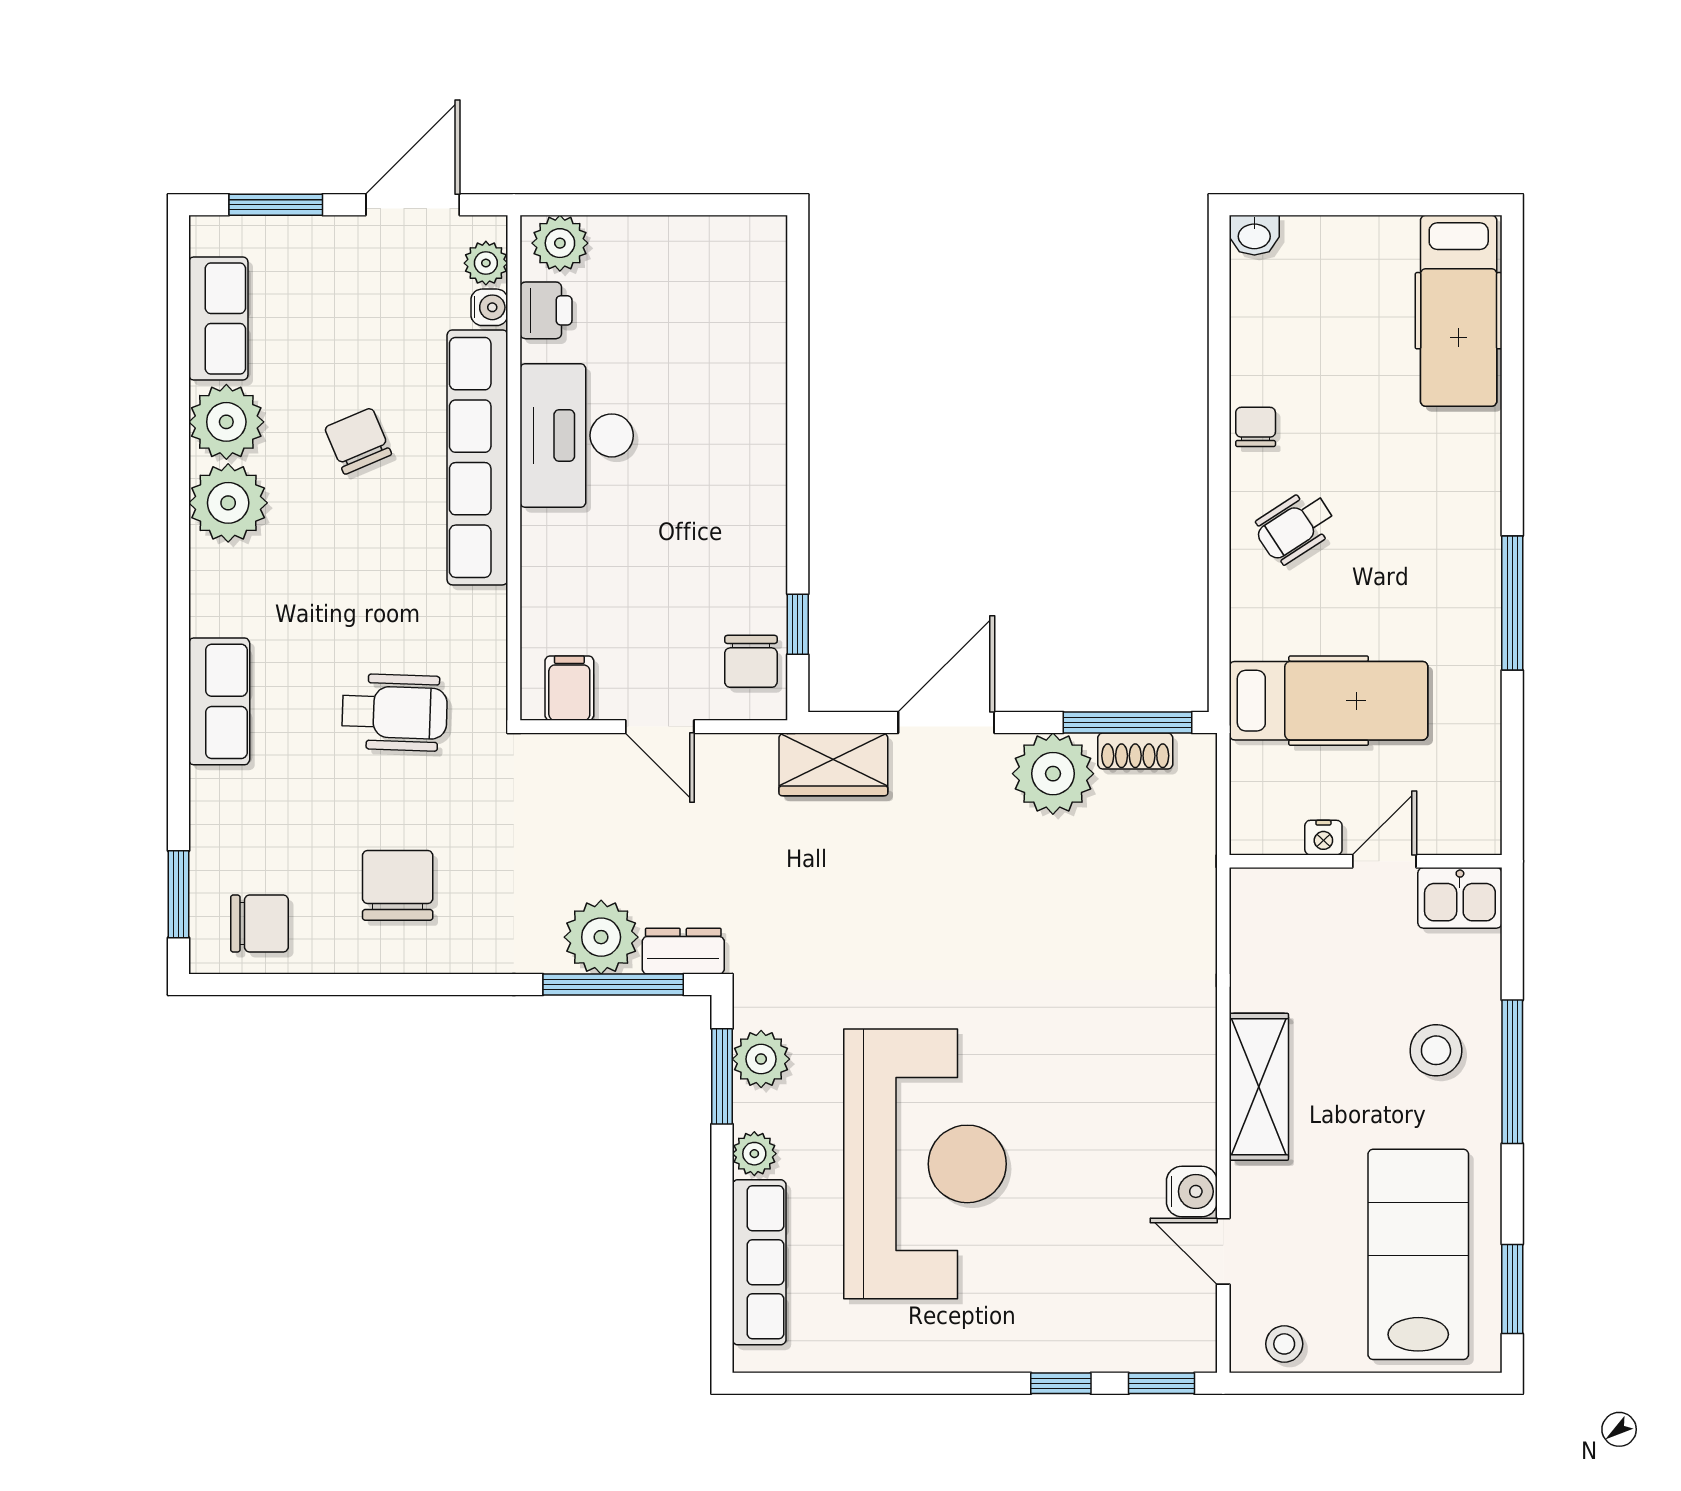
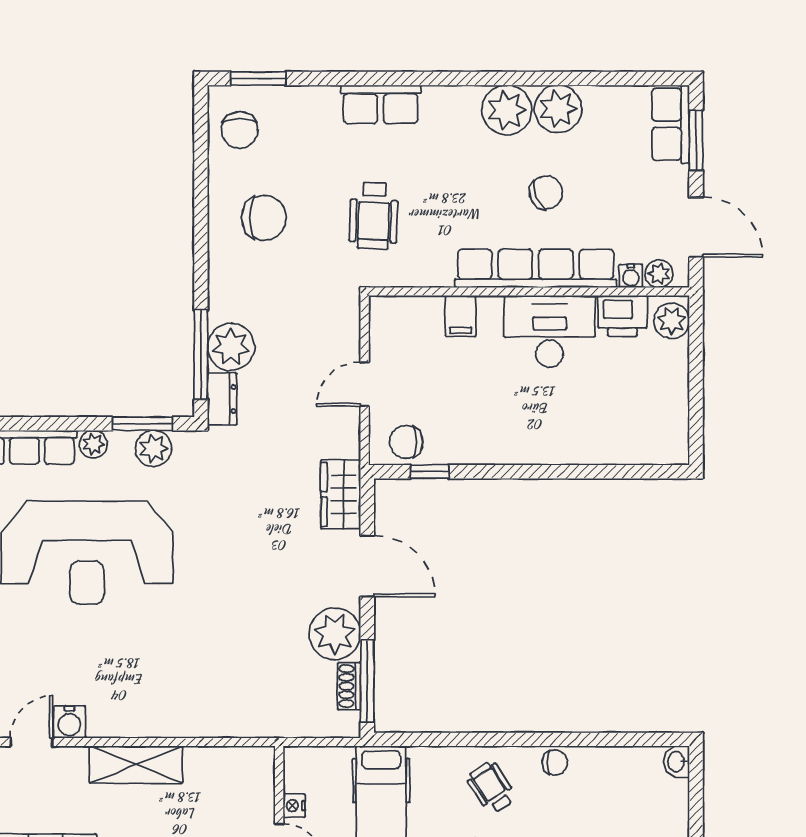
printer: (546, 310) -> (622, 316), width x1.36, depth x1.24
row of seats: (218, 319) -> (671, 124), moved, turned 90
filing cabinet: (569, 688) -> (461, 316), moved, turned 90

